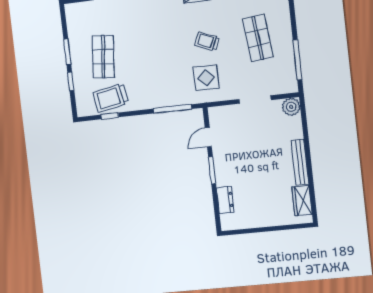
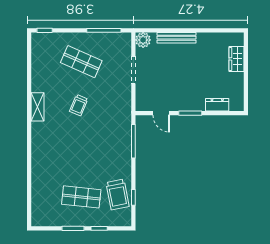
shop shelf: (258, 38) -> (81, 62), turned 30
display table: (206, 77) -> (110, 109), removed
bench: (300, 162) -> (177, 38), moved
wardrobe: (302, 201) -> (236, 59), moved, turned 90

